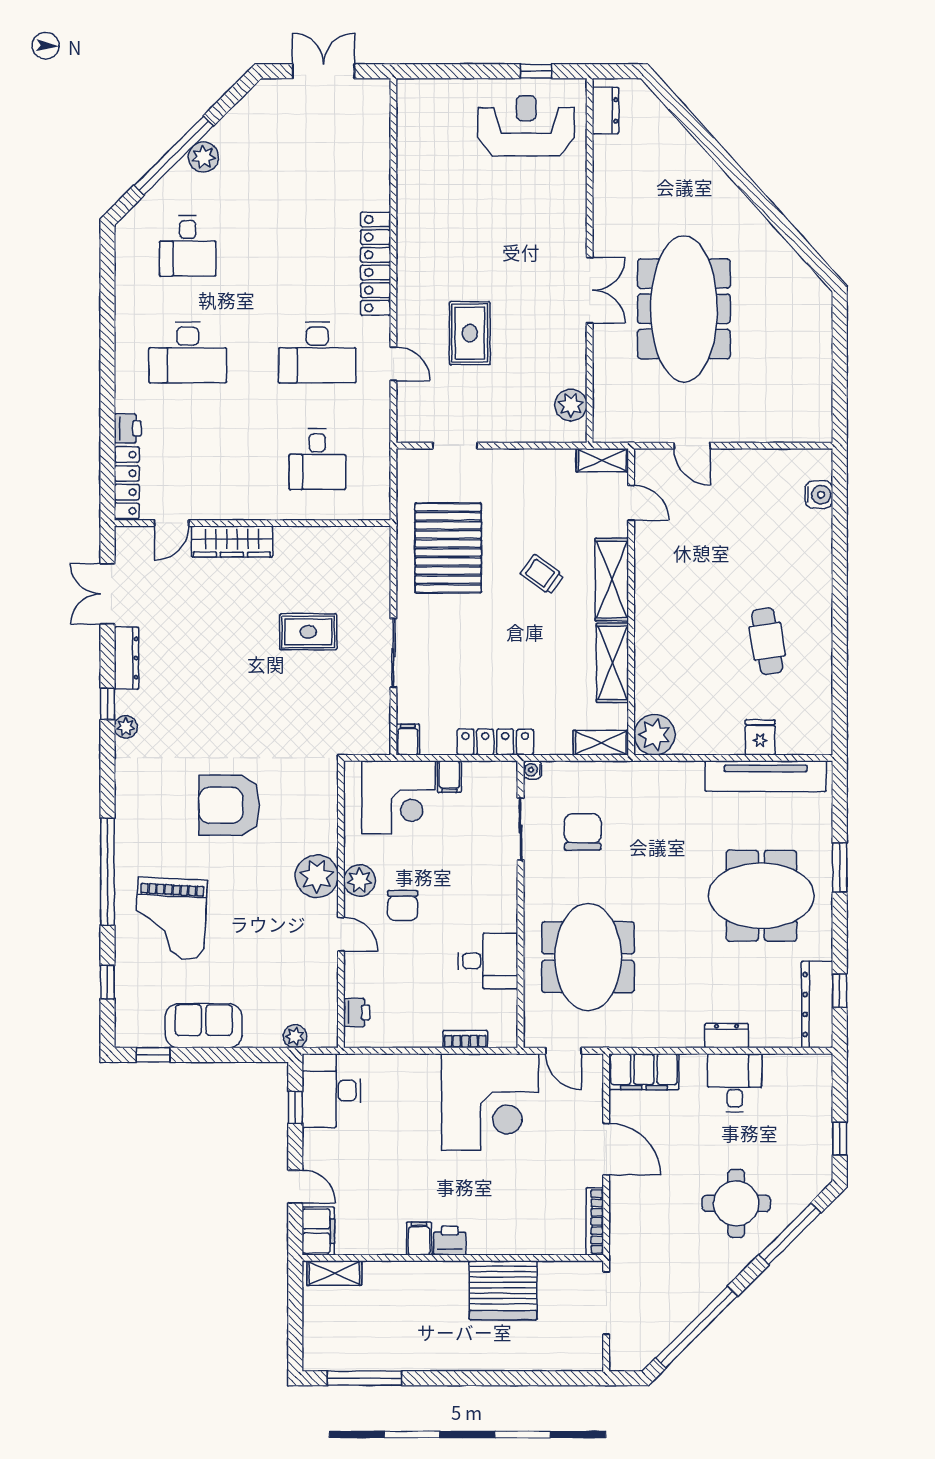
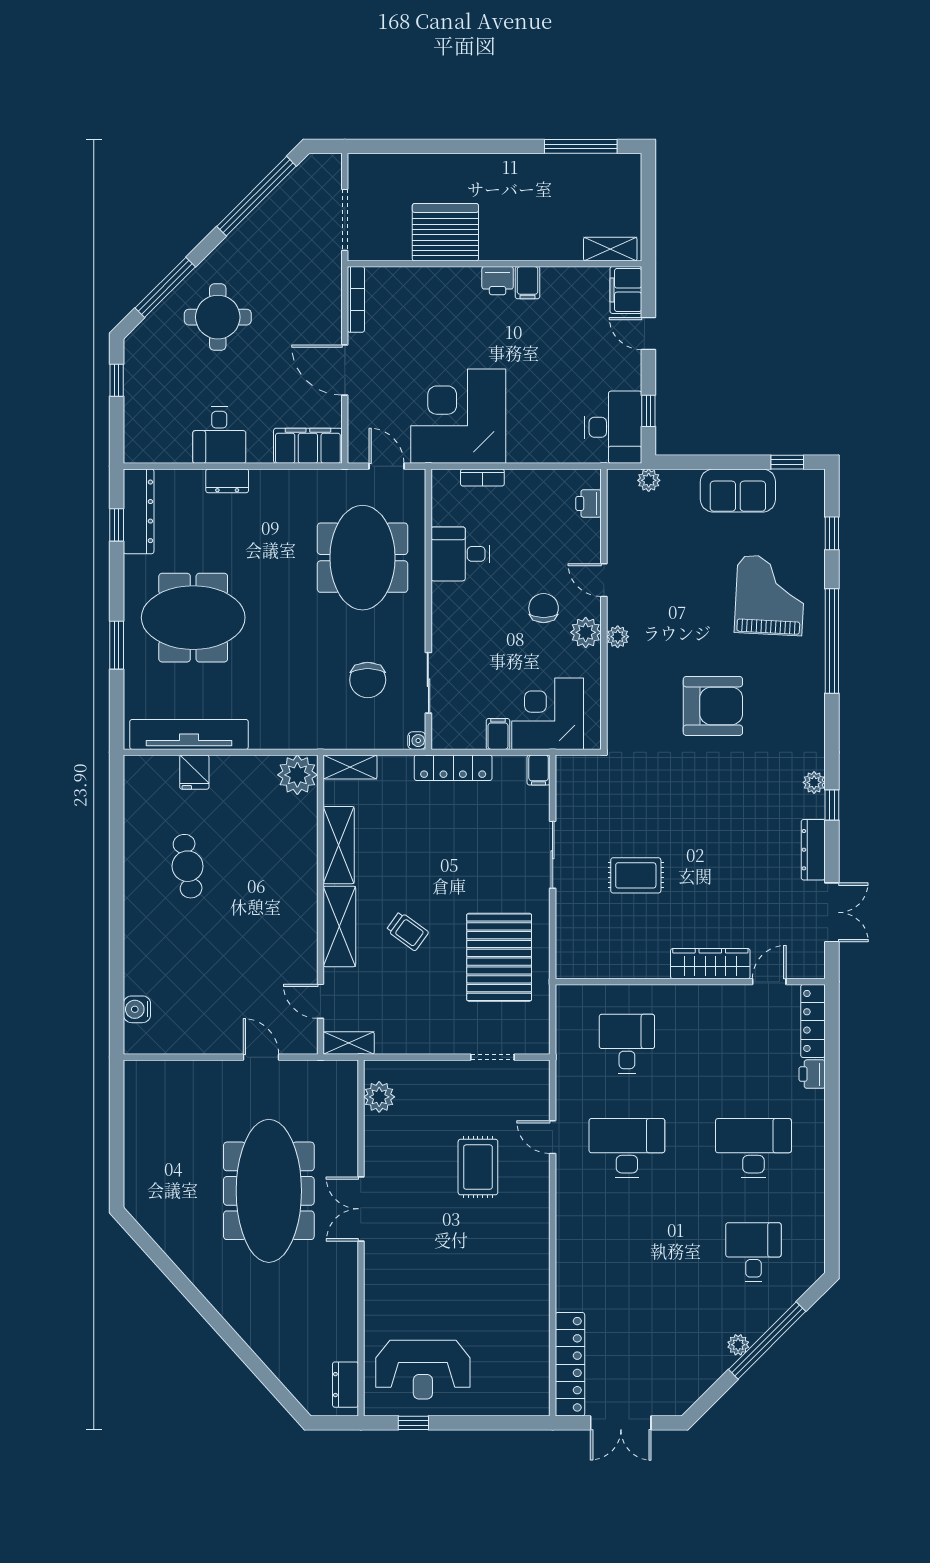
plant: (203, 157) -> (738, 1345), width x0.73, depth x0.73
locker: (376, 264) -> (570, 1364), moved
plant: (317, 876) -> (618, 637), width x0.53, depth x0.53

